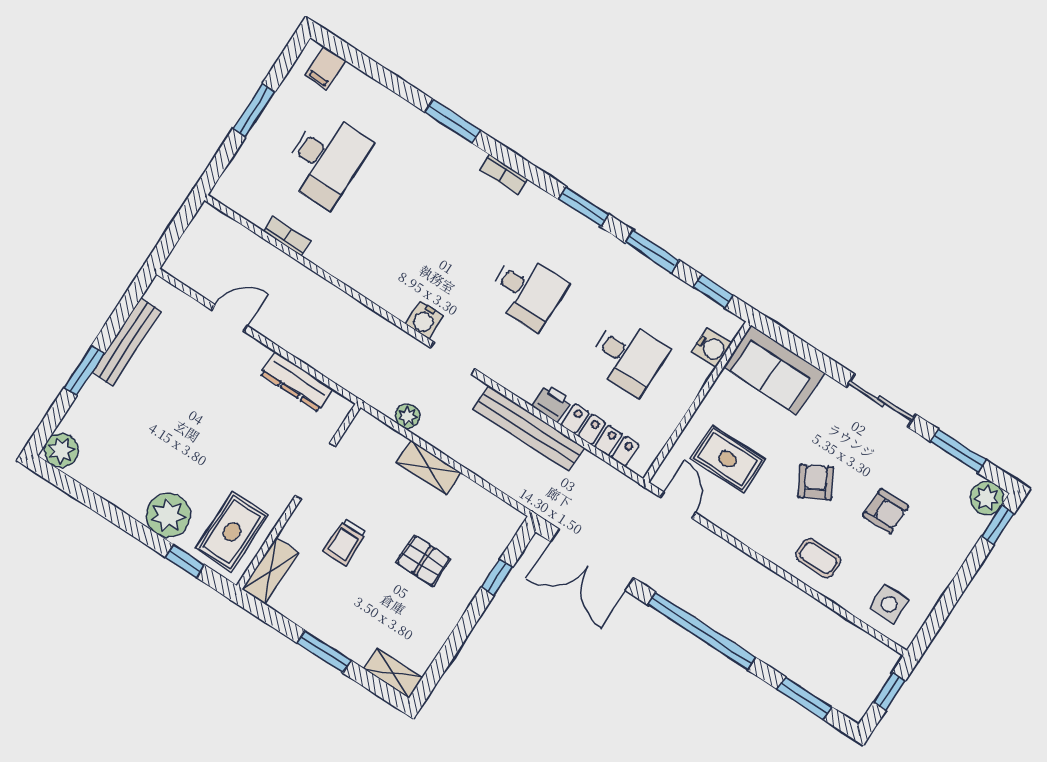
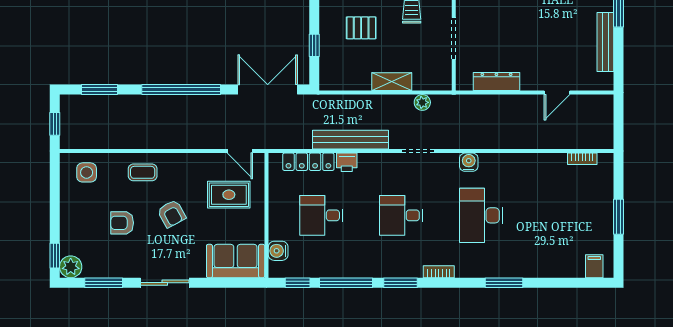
desk: (326, 160) -> (481, 215), moved
bookcase: (504, 174) -> (439, 272), moved
bookcase: (287, 236) -> (582, 159), moved
window: (652, 251) -> (346, 283), width x1.44
water cooler: (425, 320) -> (469, 162), moved

